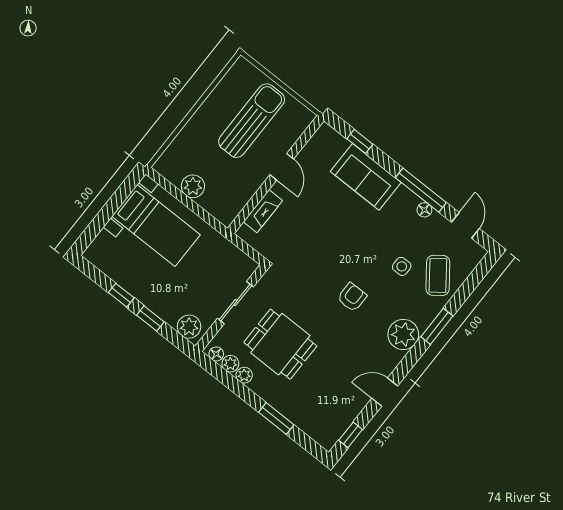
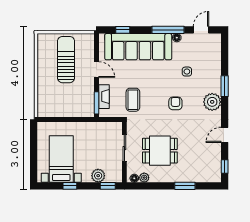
sofa: (366, 177) -> (138, 47), width x1.85, depth x1.27
plant: (193, 186) -> (63, 111), removed
window: (246, 212) -> (96, 103), added
door: (465, 225) -> (201, 30), hinge flipped
bed with nightstands: (156, 226) -> (61, 159), moved, turned -90
coffee table: (438, 275) -> (133, 100), moved, turned 37
window: (150, 318) -> (108, 186), moved
plant: (189, 327) -> (98, 176), moved
plant: (244, 375) -> (155, 178), removed

